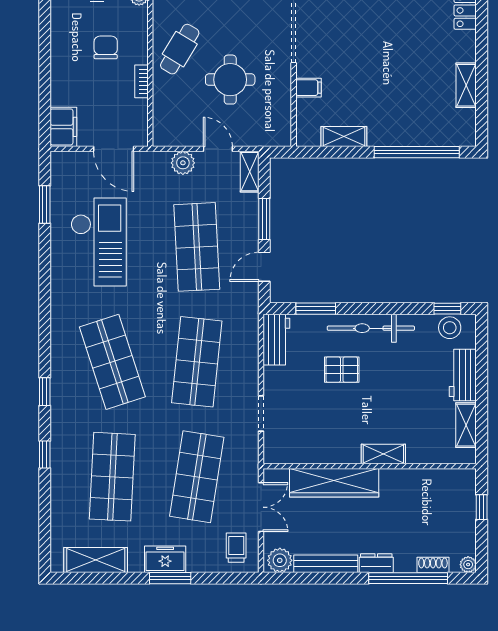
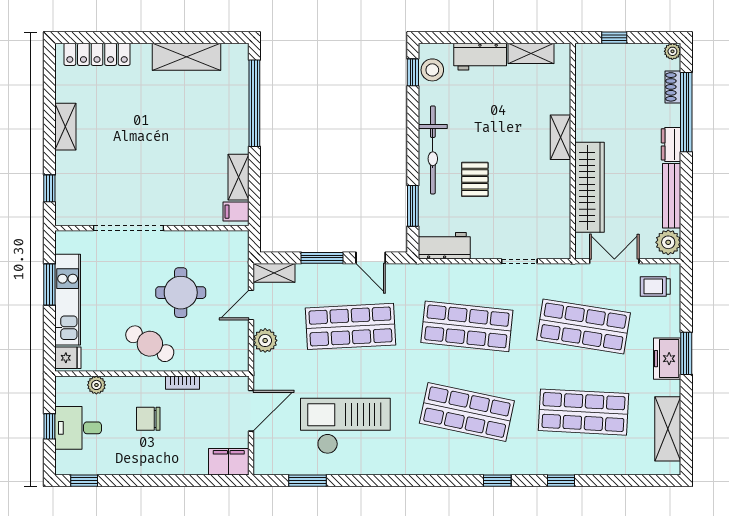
shelving: (466, 85) -> (187, 57), width x1.50, depth x1.33
filing cabinet: (308, 88) -> (236, 212), moved, turned -90
shop shelf: (112, 362) -> (467, 412), turned 30

